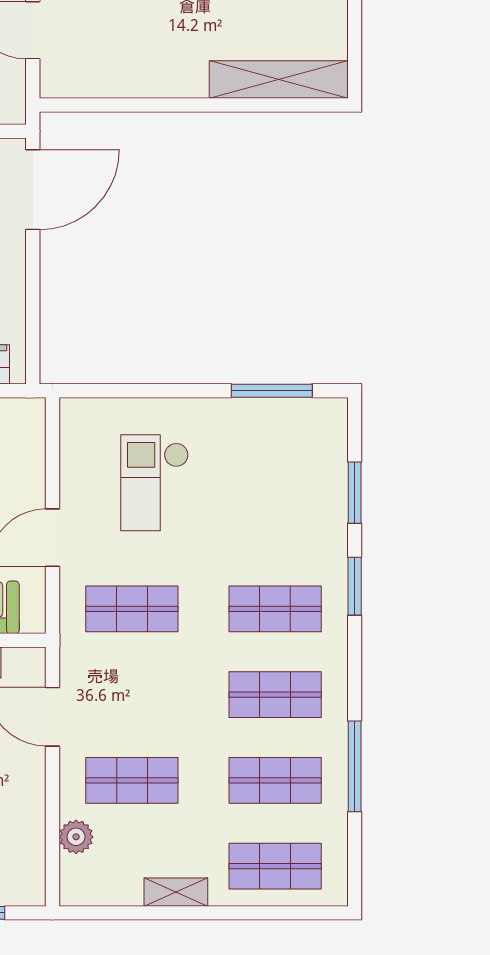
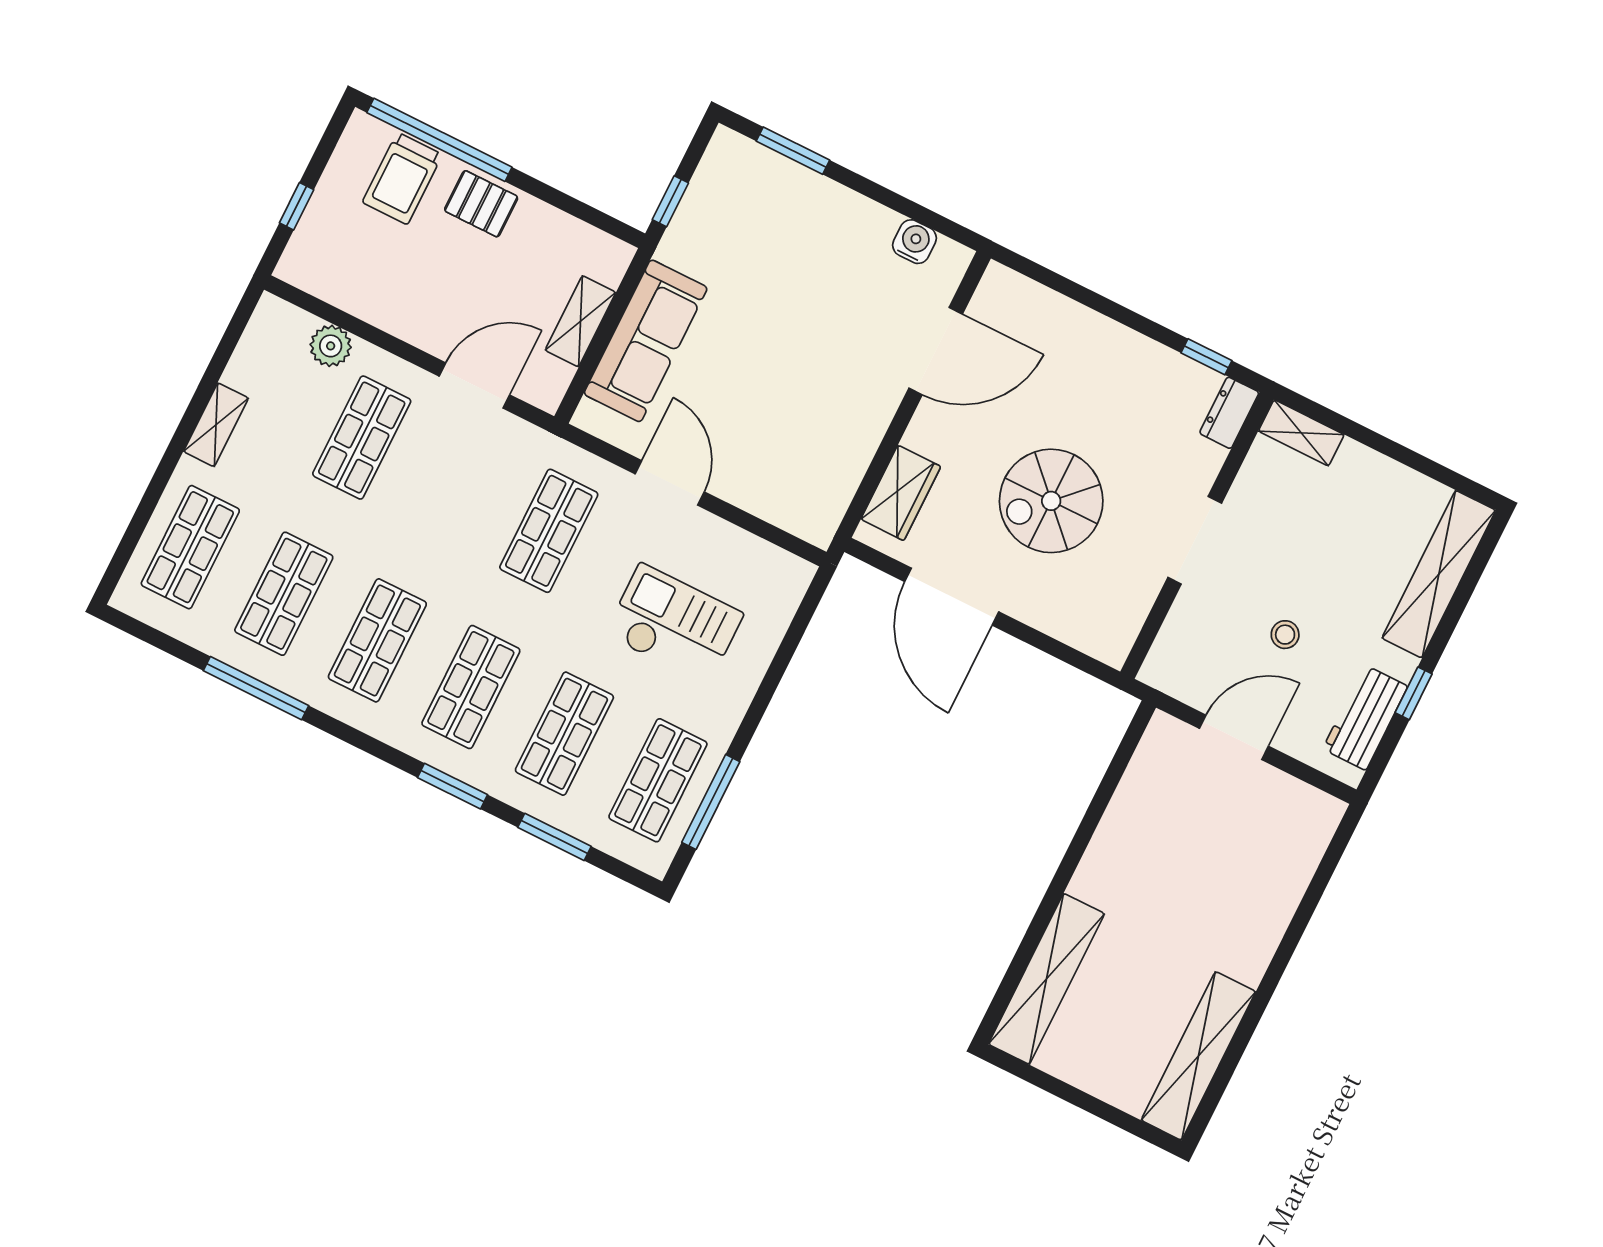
door: (33, 190) -> (952, 597), moved
shop shelf: (275, 437) -> (658, 780), added
shop shelf: (275, 523) -> (564, 734), added

